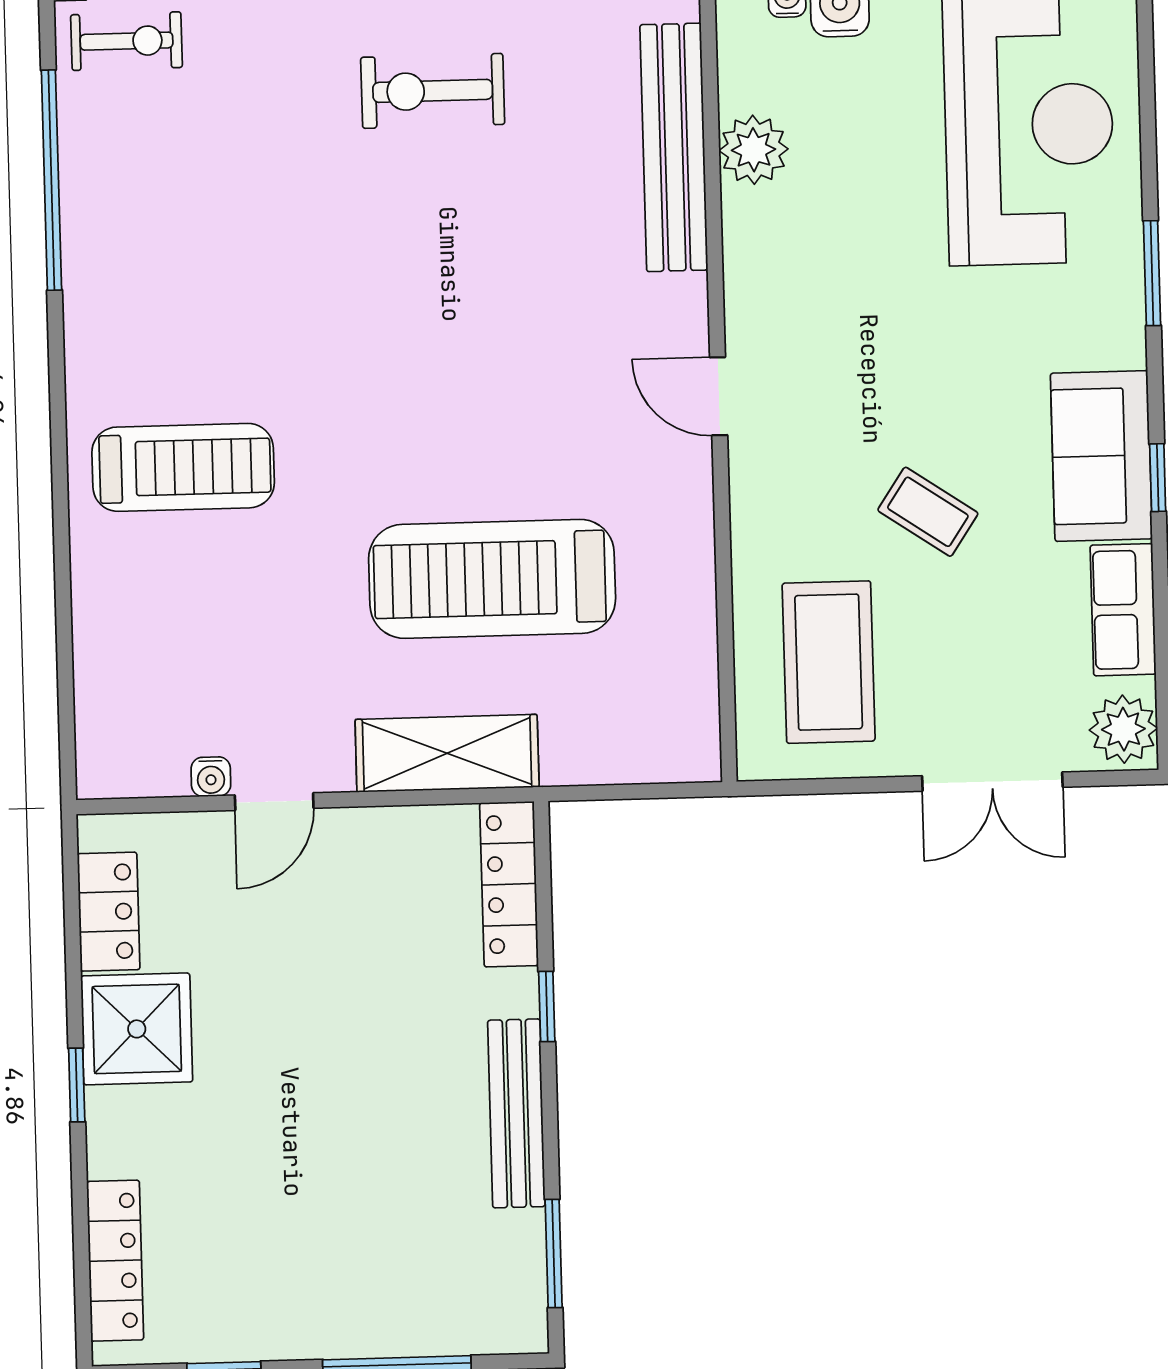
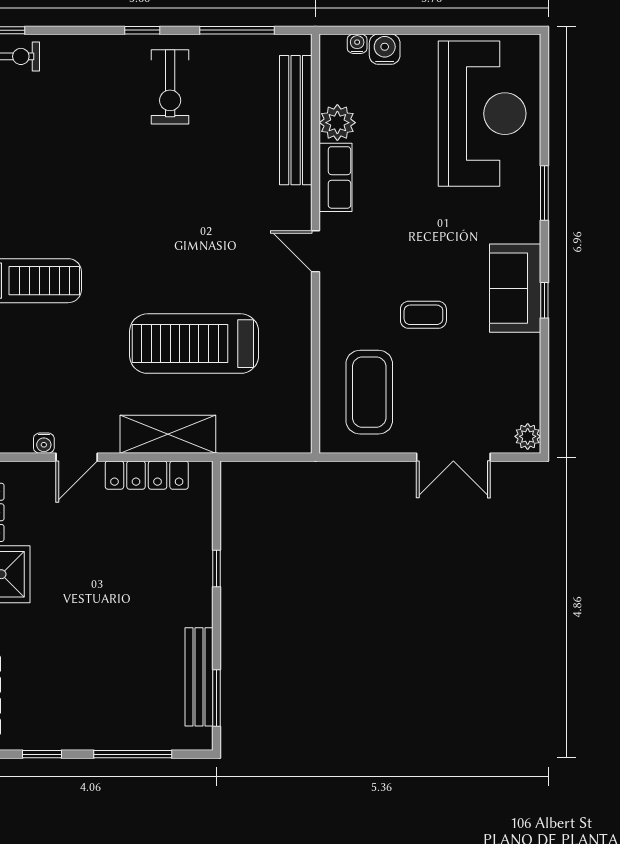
exercise bike: (433, 91) -> (170, 87), turned -90
coffee table: (928, 512) -> (423, 315), turned -34
row of seats: (1123, 610) -> (336, 177), moved, turned 180
plant: (1123, 729) -> (528, 436), width x0.73, depth x0.73
locker: (509, 884) -> (147, 475), moved, turned -90
bench: (516, 1113) -> (199, 677), moved

